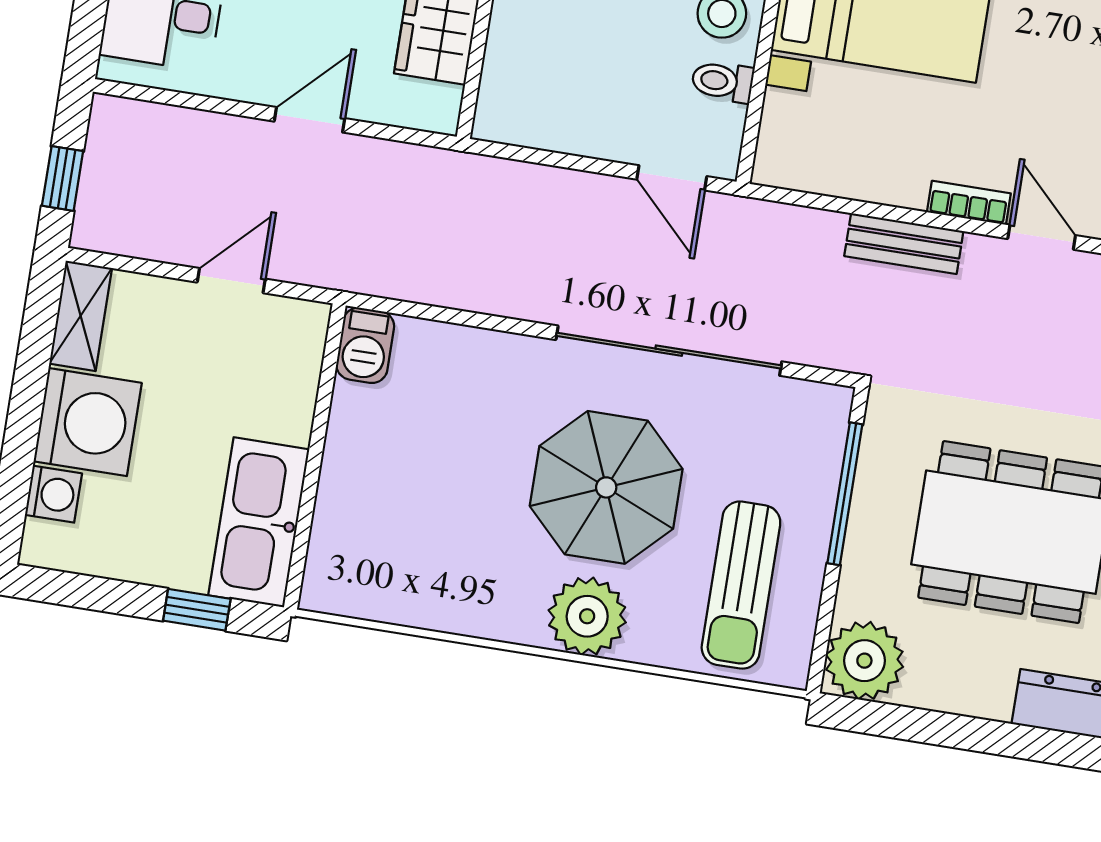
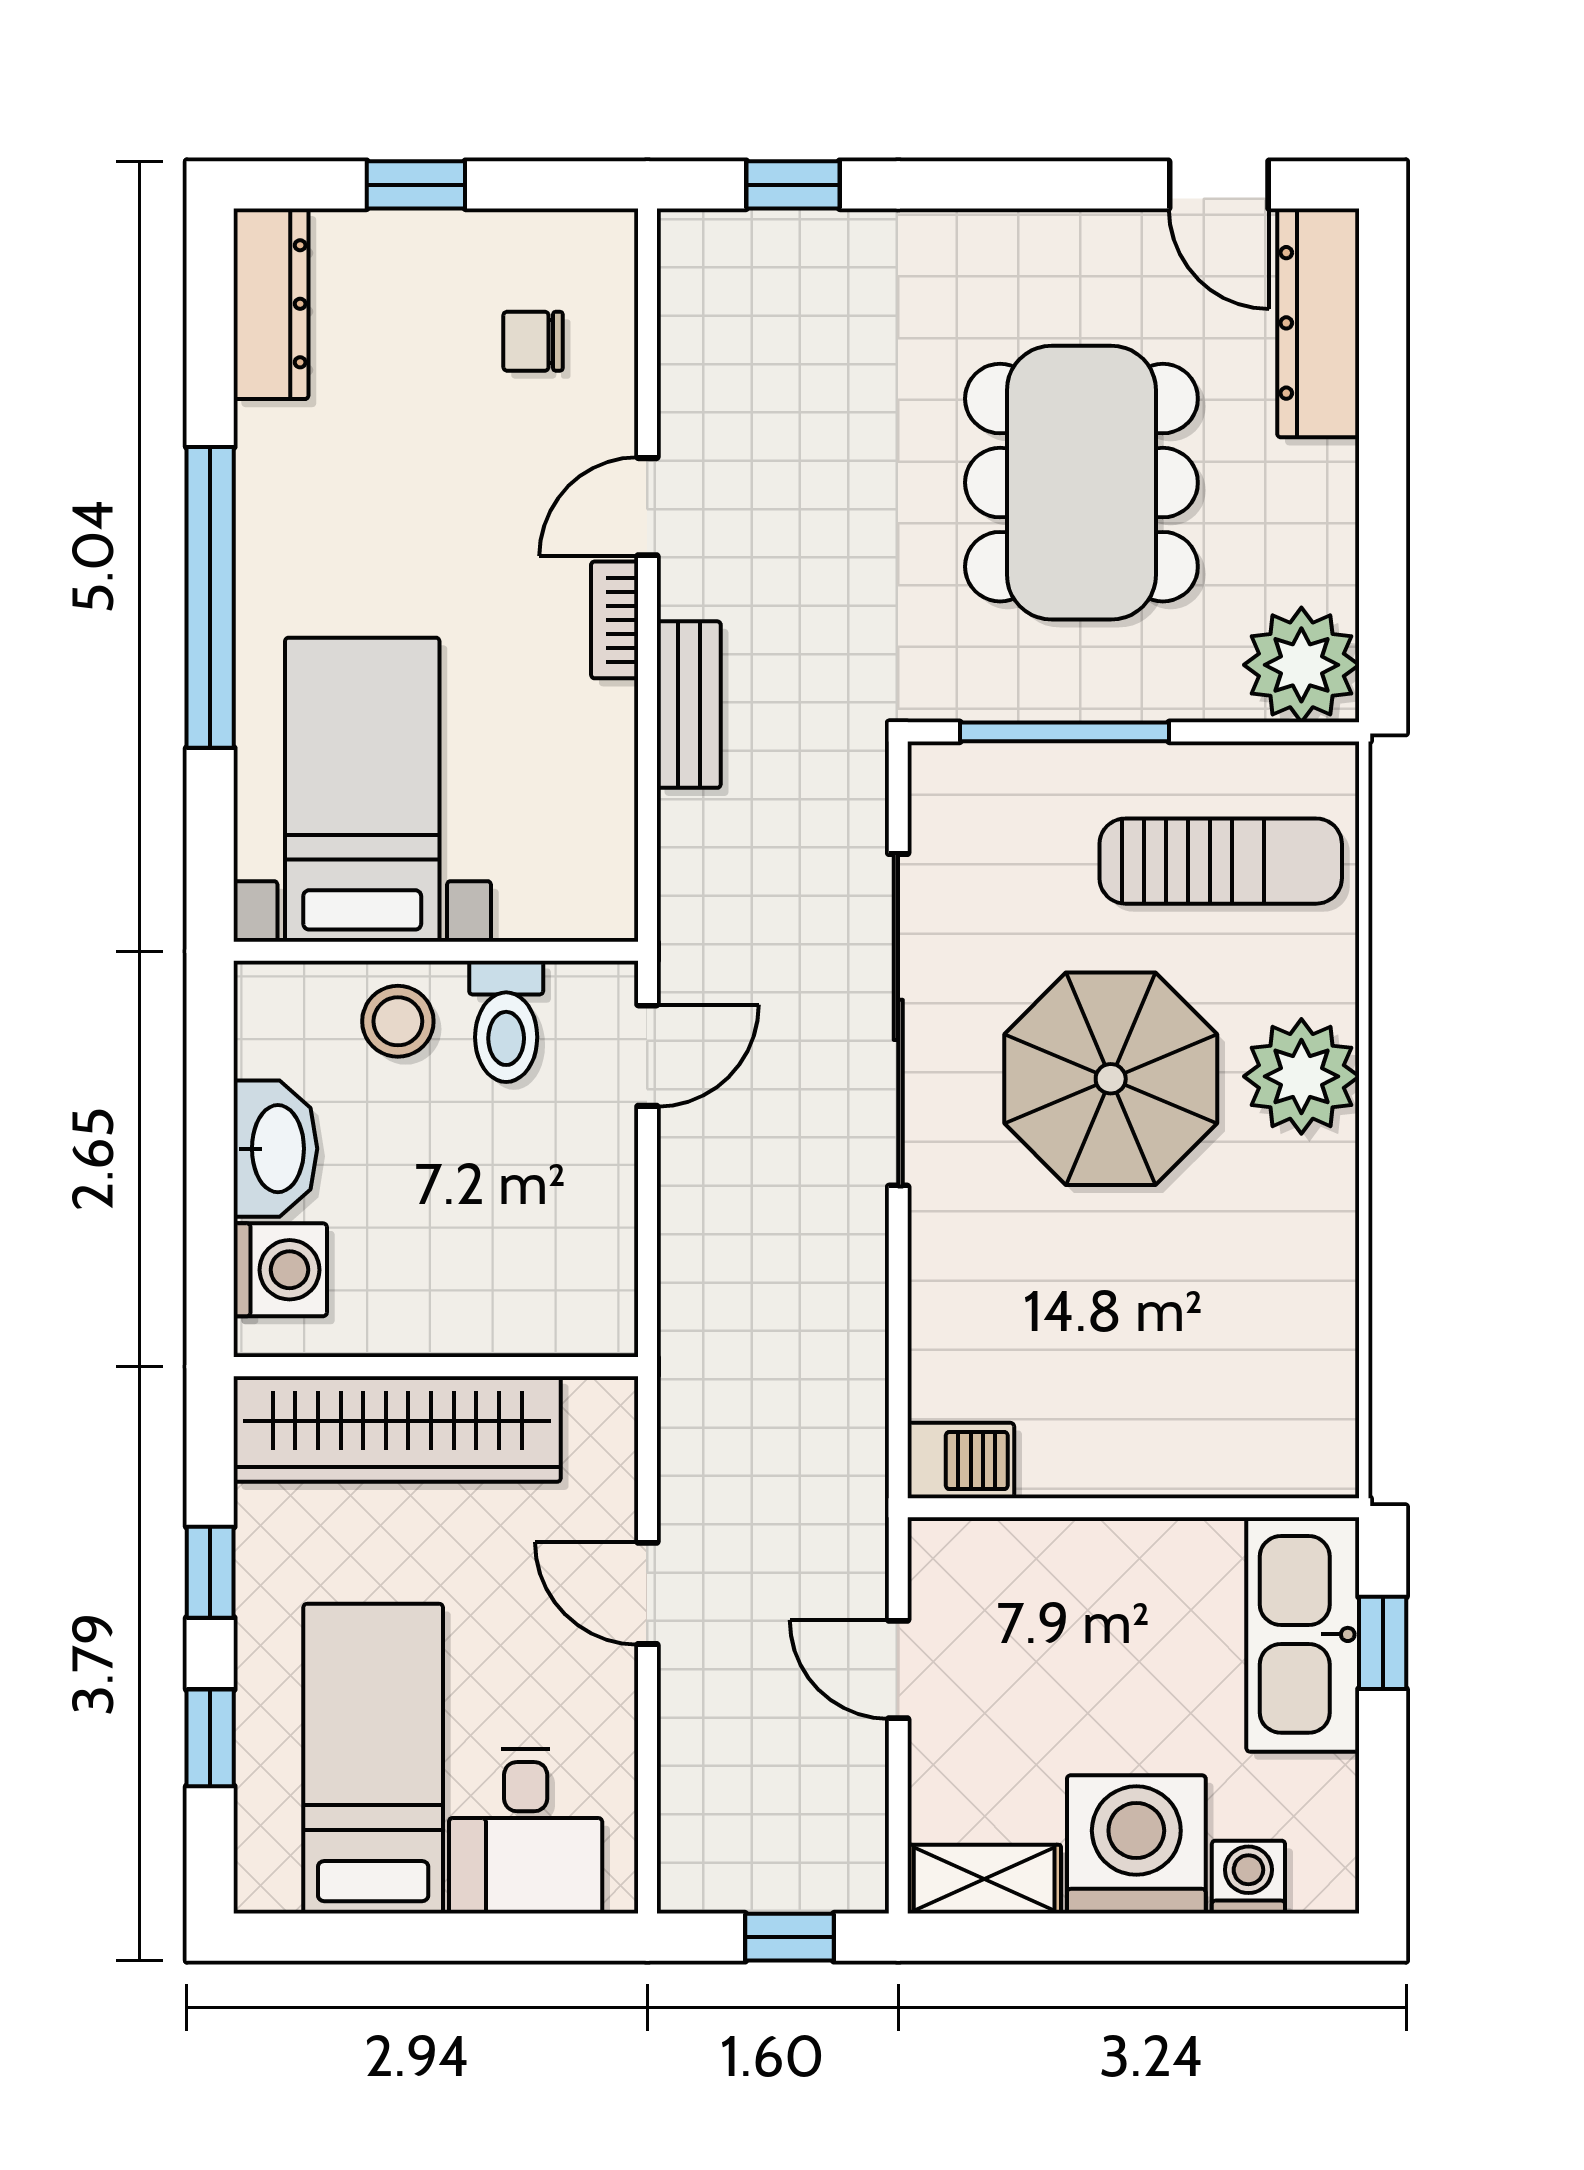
toilet: (723, 81) -> (506, 1021), width x1.37, depth x1.39
kitchen sink: (259, 522) -> (1303, 1634), moved, turned 90

